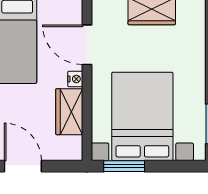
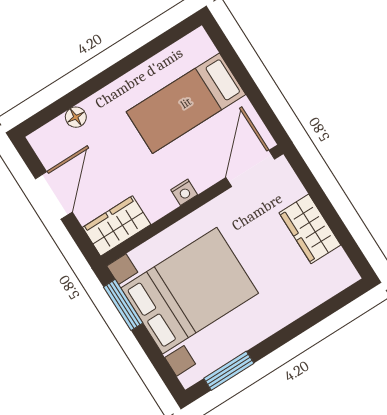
door: (87, 45) -> (250, 168), moved
wardrobe: (69, 112) -> (117, 226), moved

